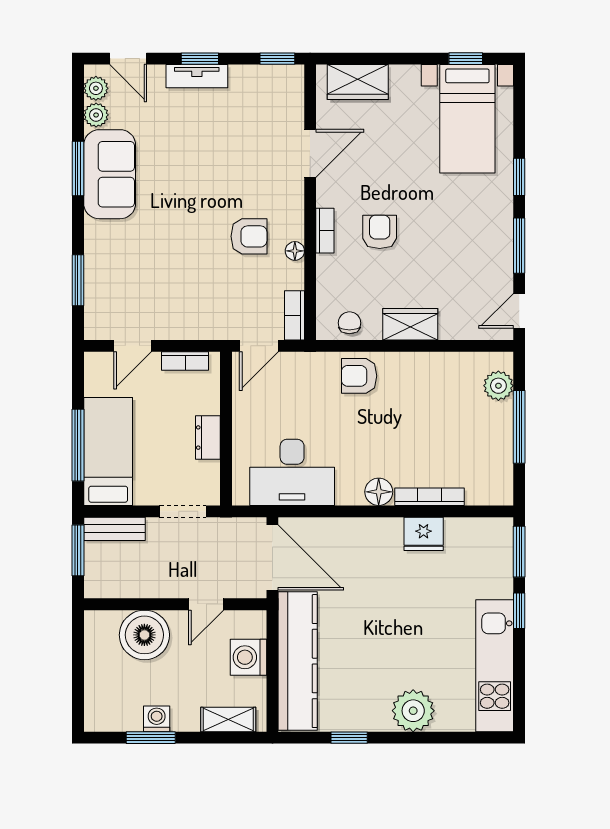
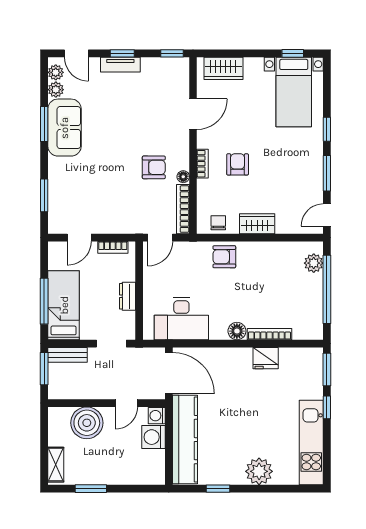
bookcase: (294, 315) -> (183, 209), width x1.56
window: (519, 427) -> (327, 289), width x1.46
washing machine: (157, 719) -> (157, 416), moved, turned -90
shelving: (228, 720) -> (56, 465), moved, turned 90

